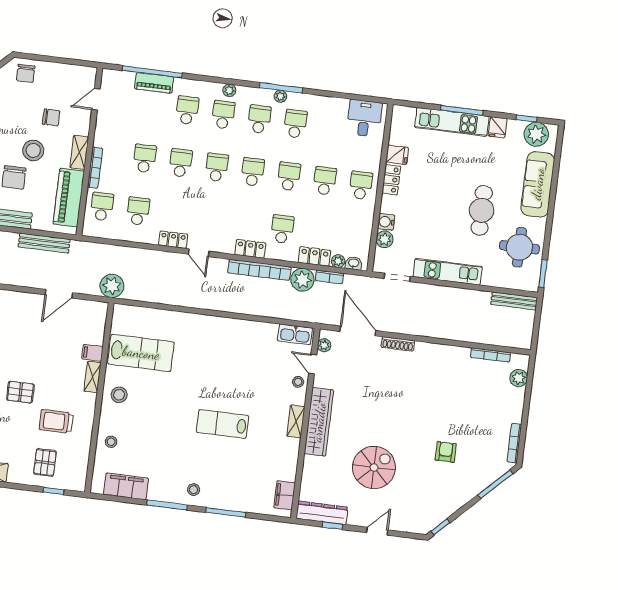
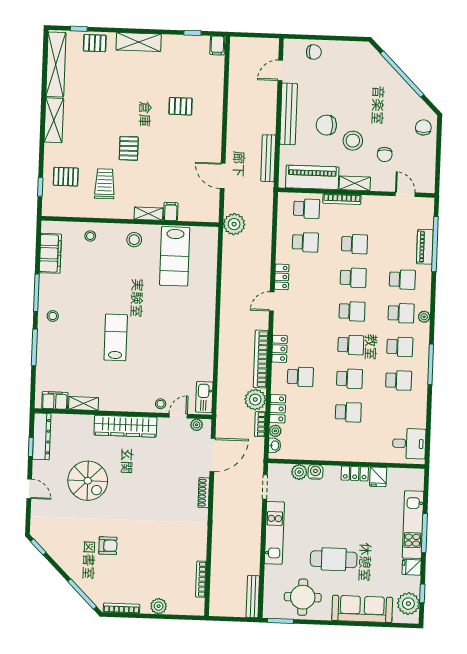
chair: (26, 73) -> (423, 127), turned 90
plant: (280, 96) -> (423, 364), removed
school desk: (361, 185) -> (347, 446), removed
plant: (519, 378) -> (159, 606), moved
shelving: (296, 421) -> (84, 403), moved

